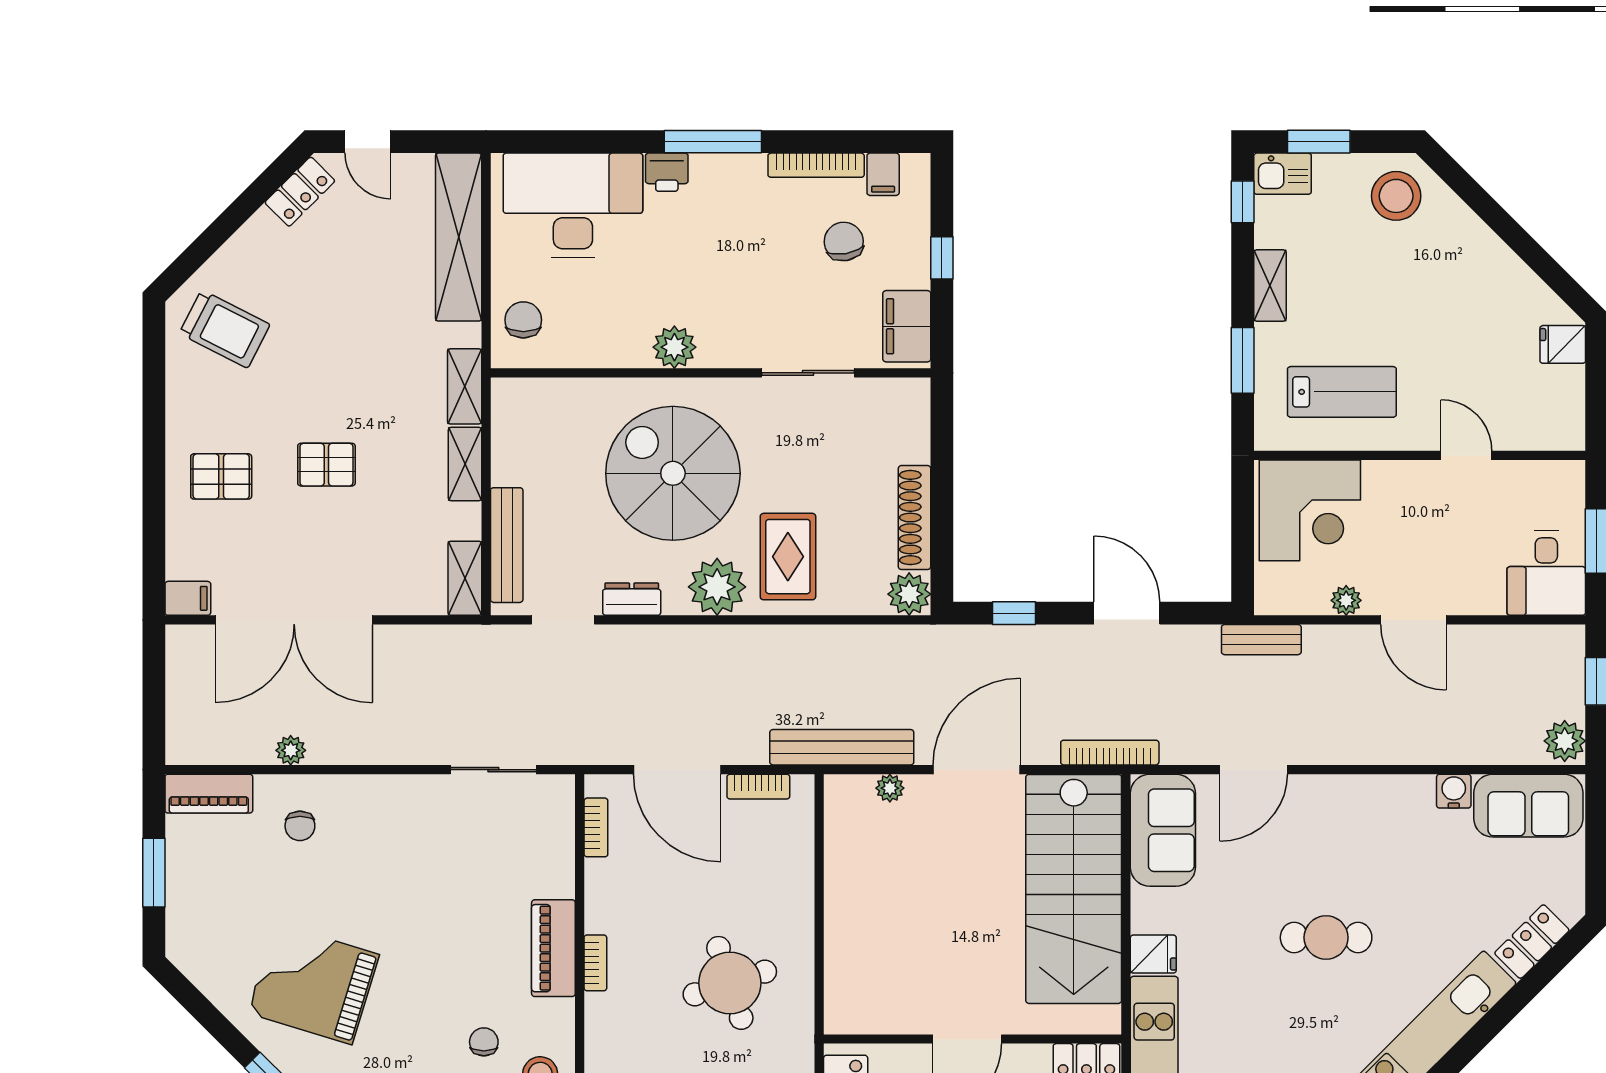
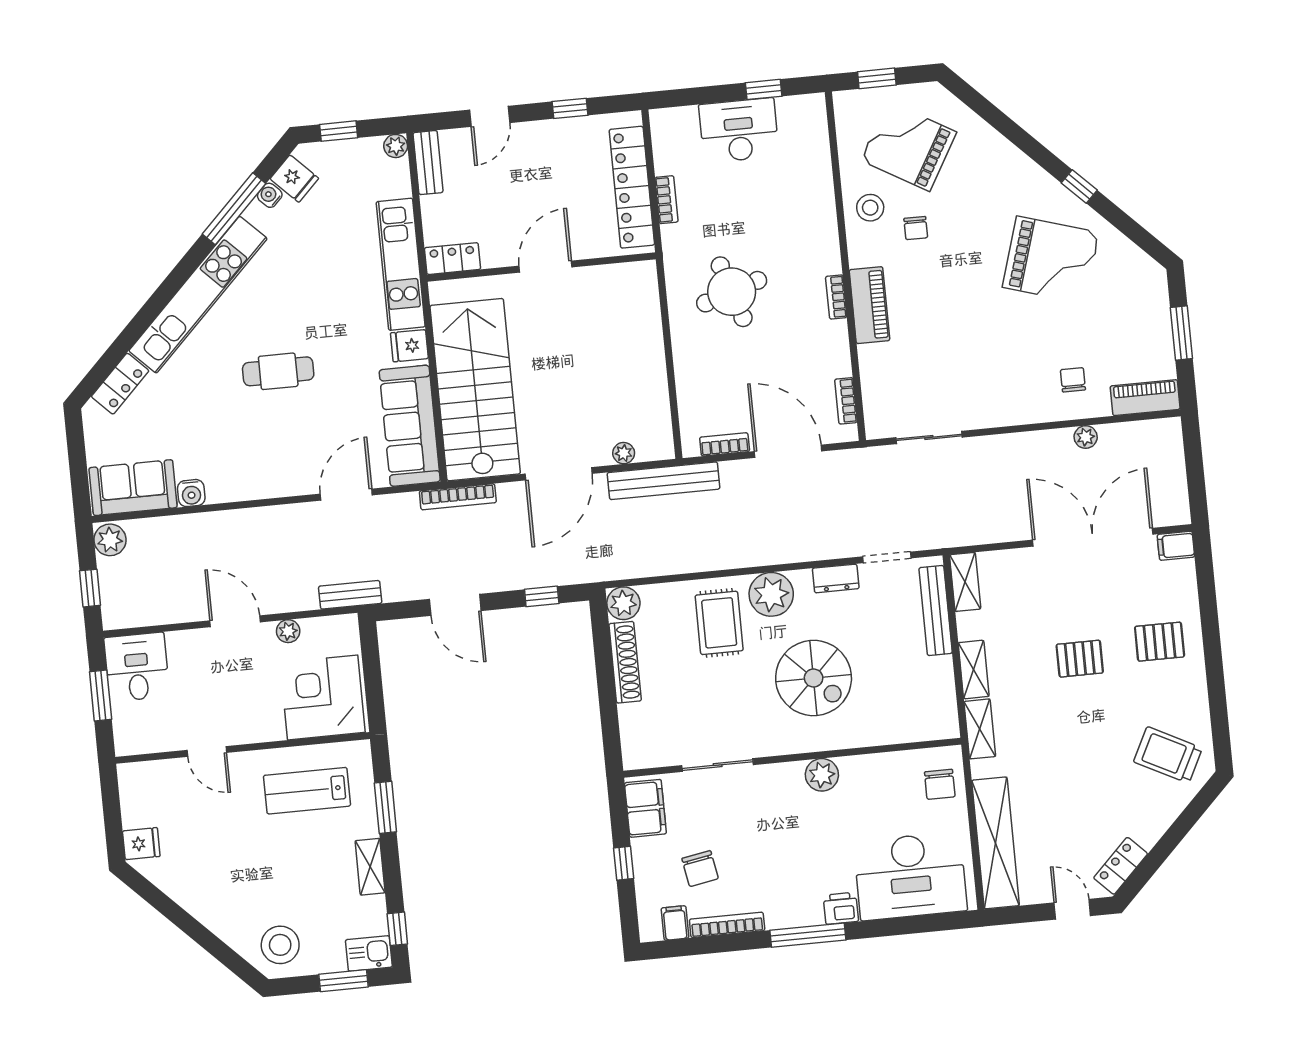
spiral stairs: (673, 473) -> (814, 678), width x0.73, depth x0.73
sofa: (1163, 830) -> (410, 426), width x1.36

